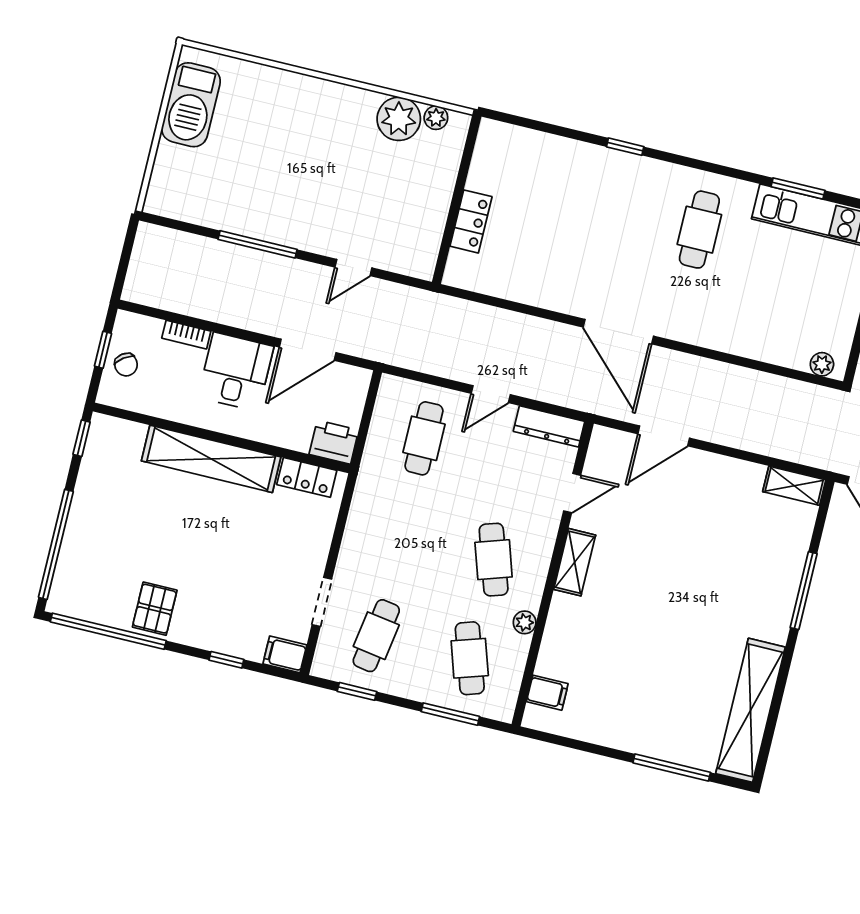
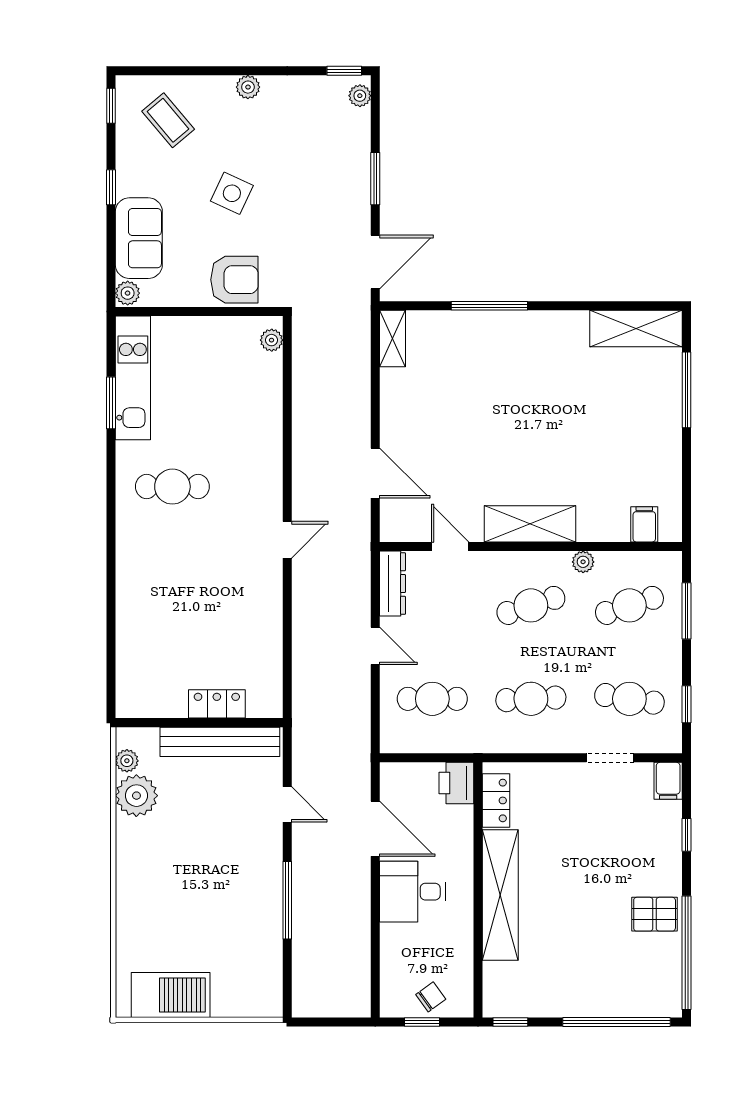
window: (625, 147) -> (111, 576), removed
bench: (432, 215) -> (220, 742), added
door: (618, 332) -> (287, 540), width x0.53
bookcase: (186, 335) -> (389, 947), removed
cafe table: (400, 537) -> (531, 699), added
shelving: (575, 562) -> (530, 524), width x1.50, depth x1.33
shelving: (750, 710) -> (636, 329), width x0.68

